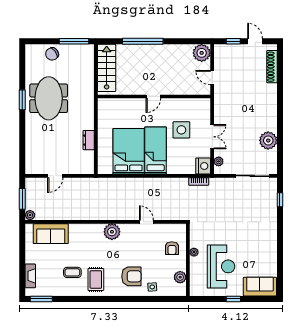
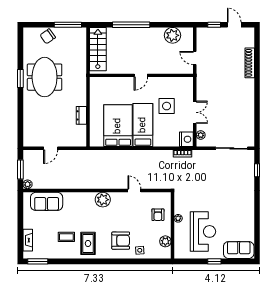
plant: (202, 53) -> (173, 35), moved
shoe rack: (272, 67) -> (250, 63), moved
plant: (268, 140) -> (246, 116), removed

